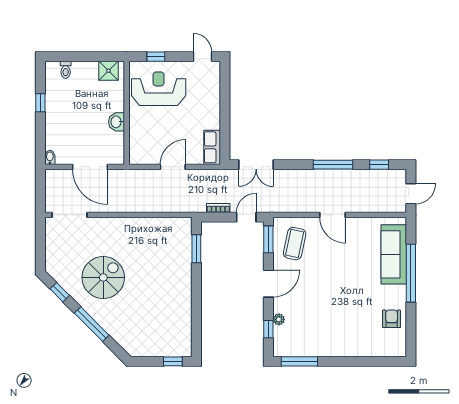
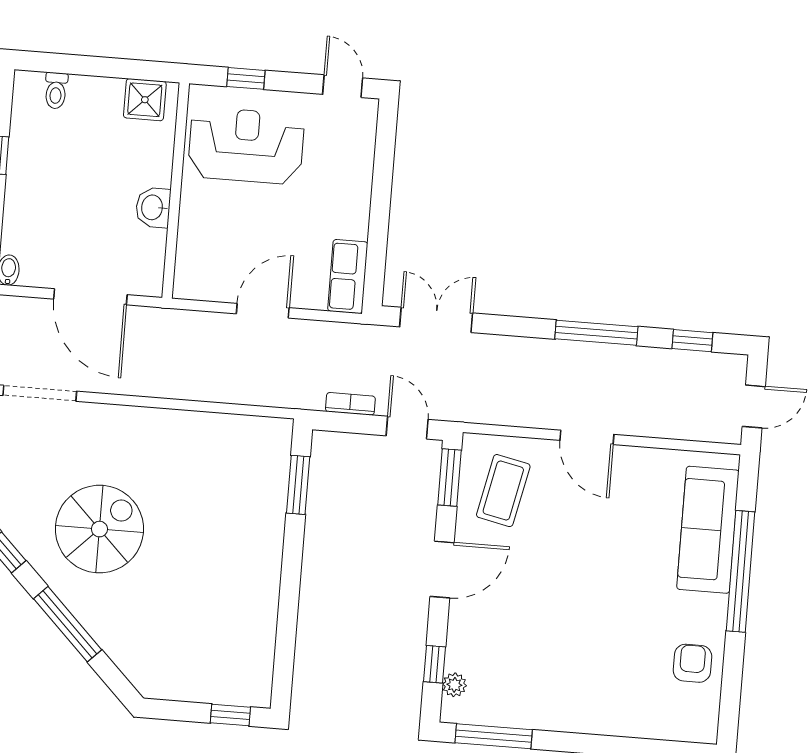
double door: (256, 165) -> (436, 320), swing flipped
door: (246, 217) -> (407, 428), hinge flipped
plant: (279, 319) -> (454, 685), moved

